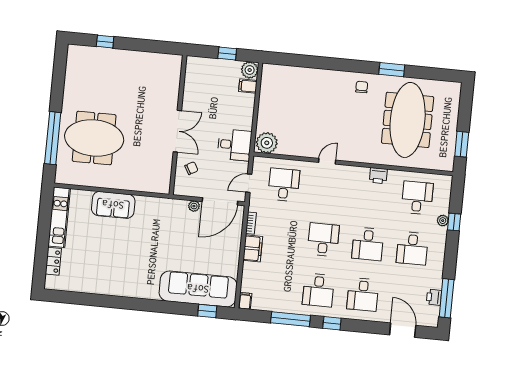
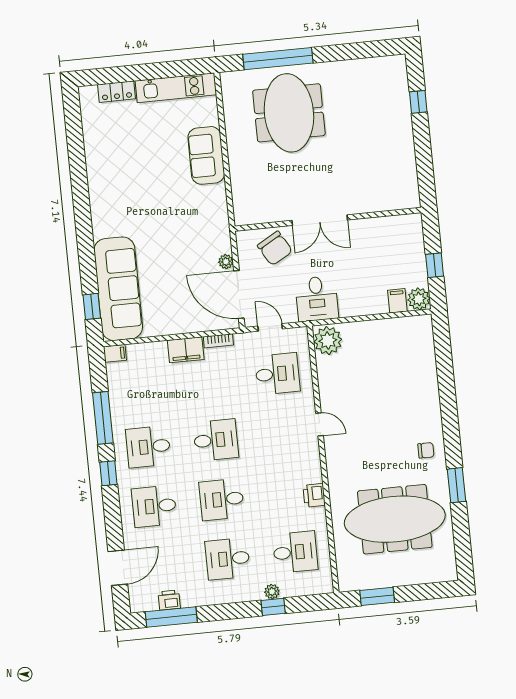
chair: (191, 168) -> (275, 248), width x1.87, depth x1.87

